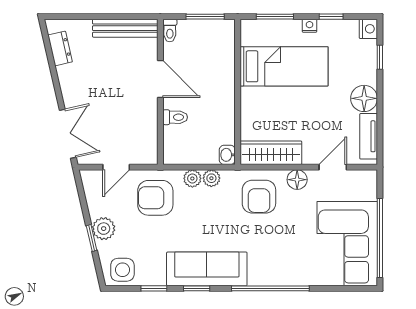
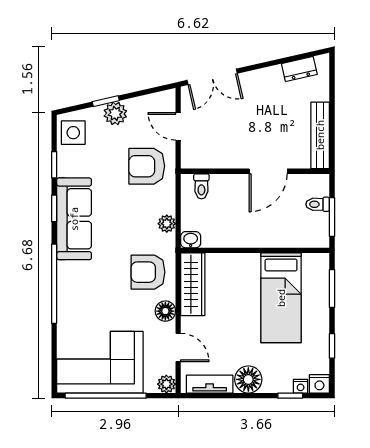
nightstand: (309, 26) -> (301, 386), moved, turned 90
toilet: (170, 30) -> (318, 204), moved
toilet: (175, 117) -> (201, 186), moved
plant: (192, 178) -> (166, 384), moved
armchair: (155, 198) -> (147, 166), turned -90

